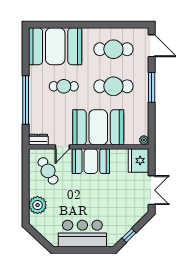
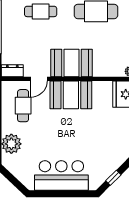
booth: (98, 127) -> (72, 63), width x0.73, depth x0.70
cafe table: (48, 171) -> (23, 106), turned 30

